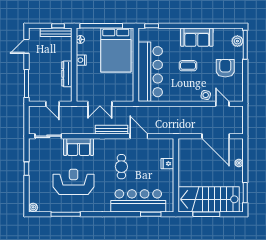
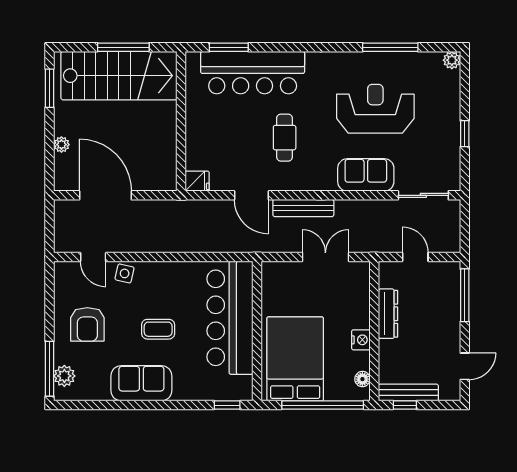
fridge: (167, 164) -> (197, 181), moved
reception desk: (74, 182) -> (375, 109), turned 180

